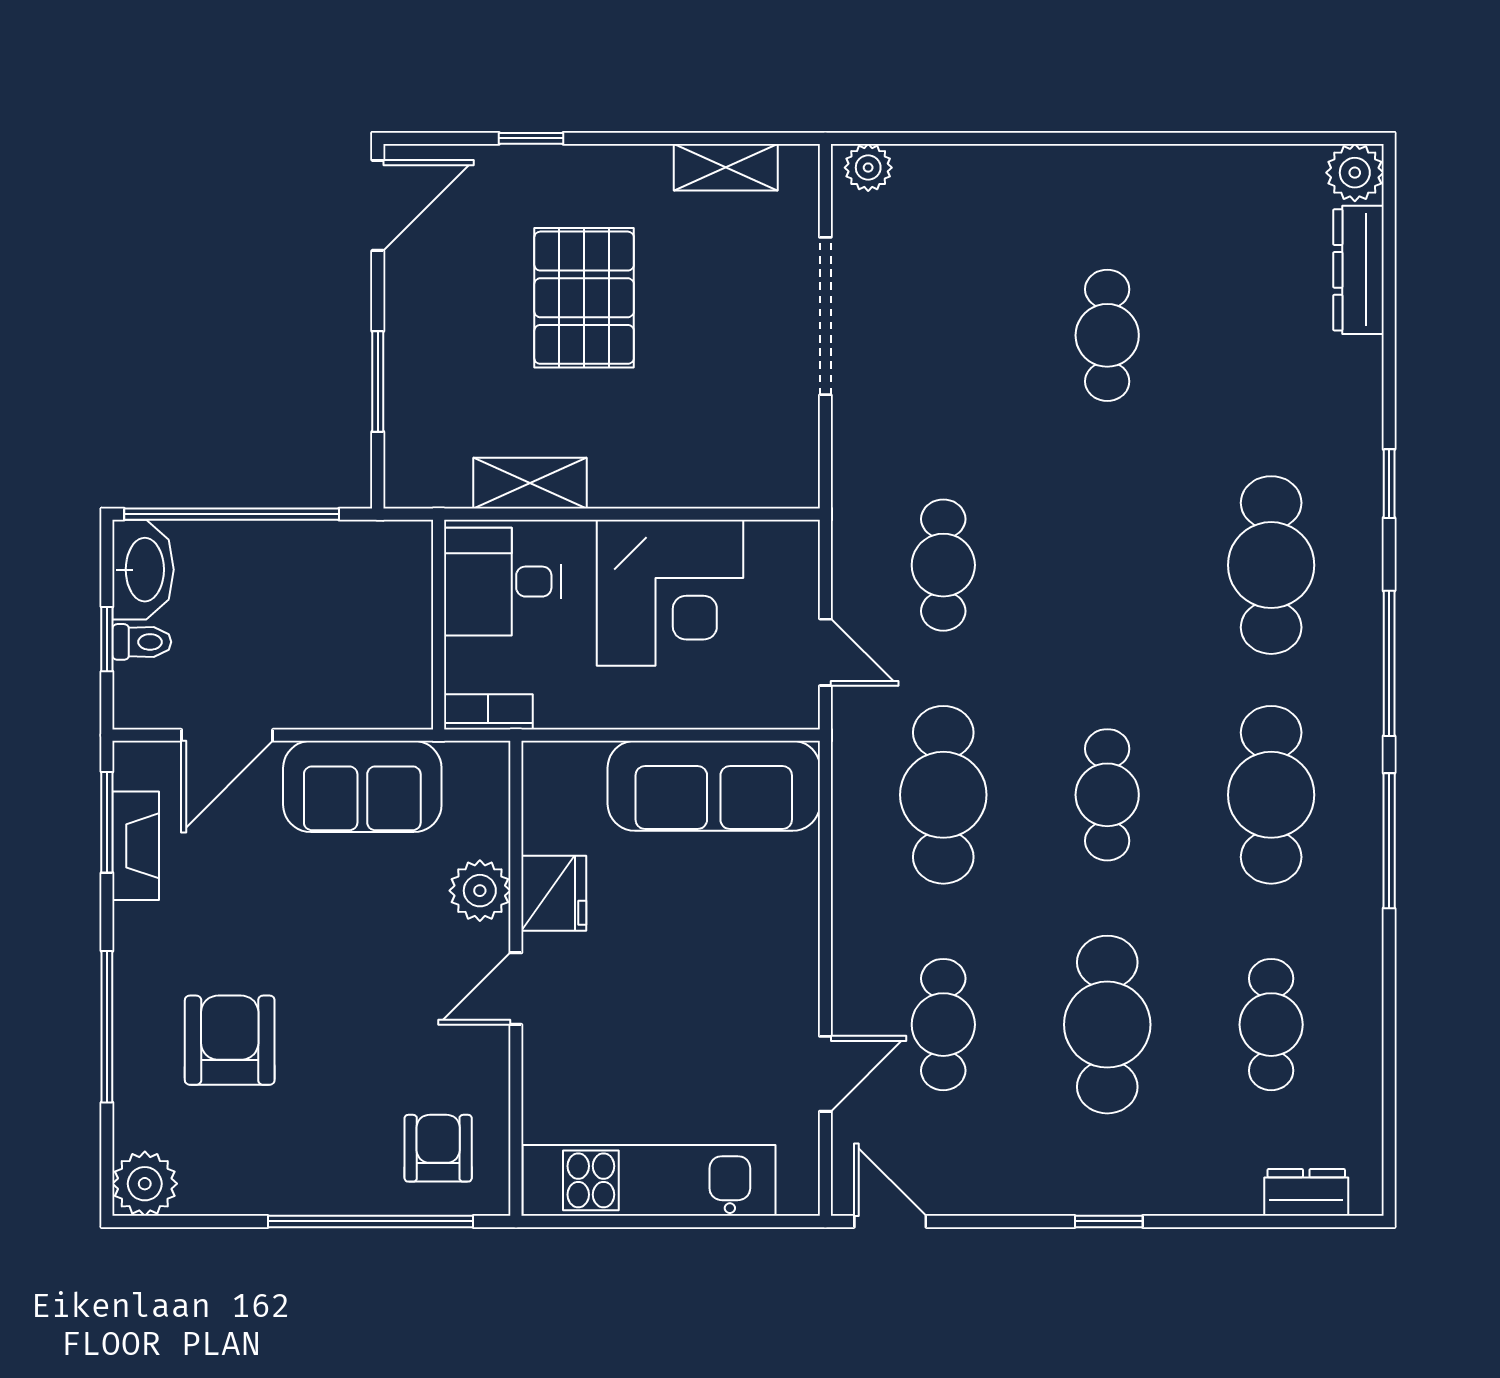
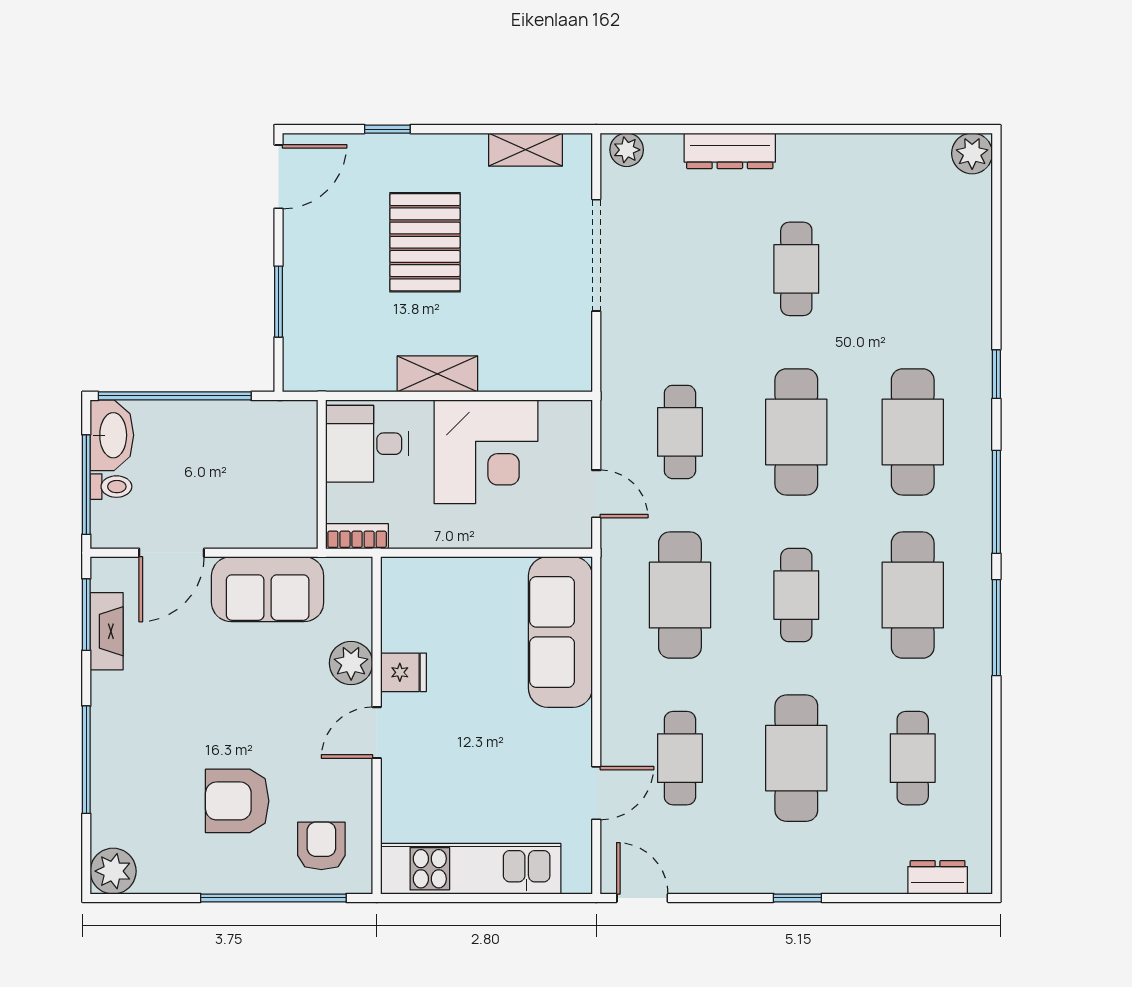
dresser: (1358, 270) -> (730, 151), moved, turned -90
shelving: (530, 483) -> (437, 374), moved
cafe table: (1107, 565) -> (796, 432), added
window: (107, 639) -> (86, 485), width x2.17
sofa: (714, 786) -> (560, 632), moved, turned 90
fridge: (554, 893) -> (404, 672), width x0.72
armchair: (230, 1040) -> (237, 801), moved, turned -90

